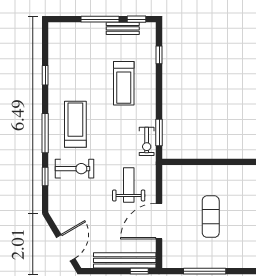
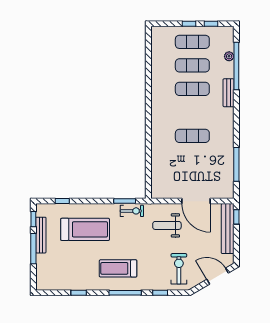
bench: (123, 28) -> (41, 235), width x1.36
treadmill: (124, 83) -> (85, 229), width x1.37, depth x1.38
exercise bike: (74, 169) -> (179, 269), moved
exercise mat: (211, 217) -> (192, 136), moved

